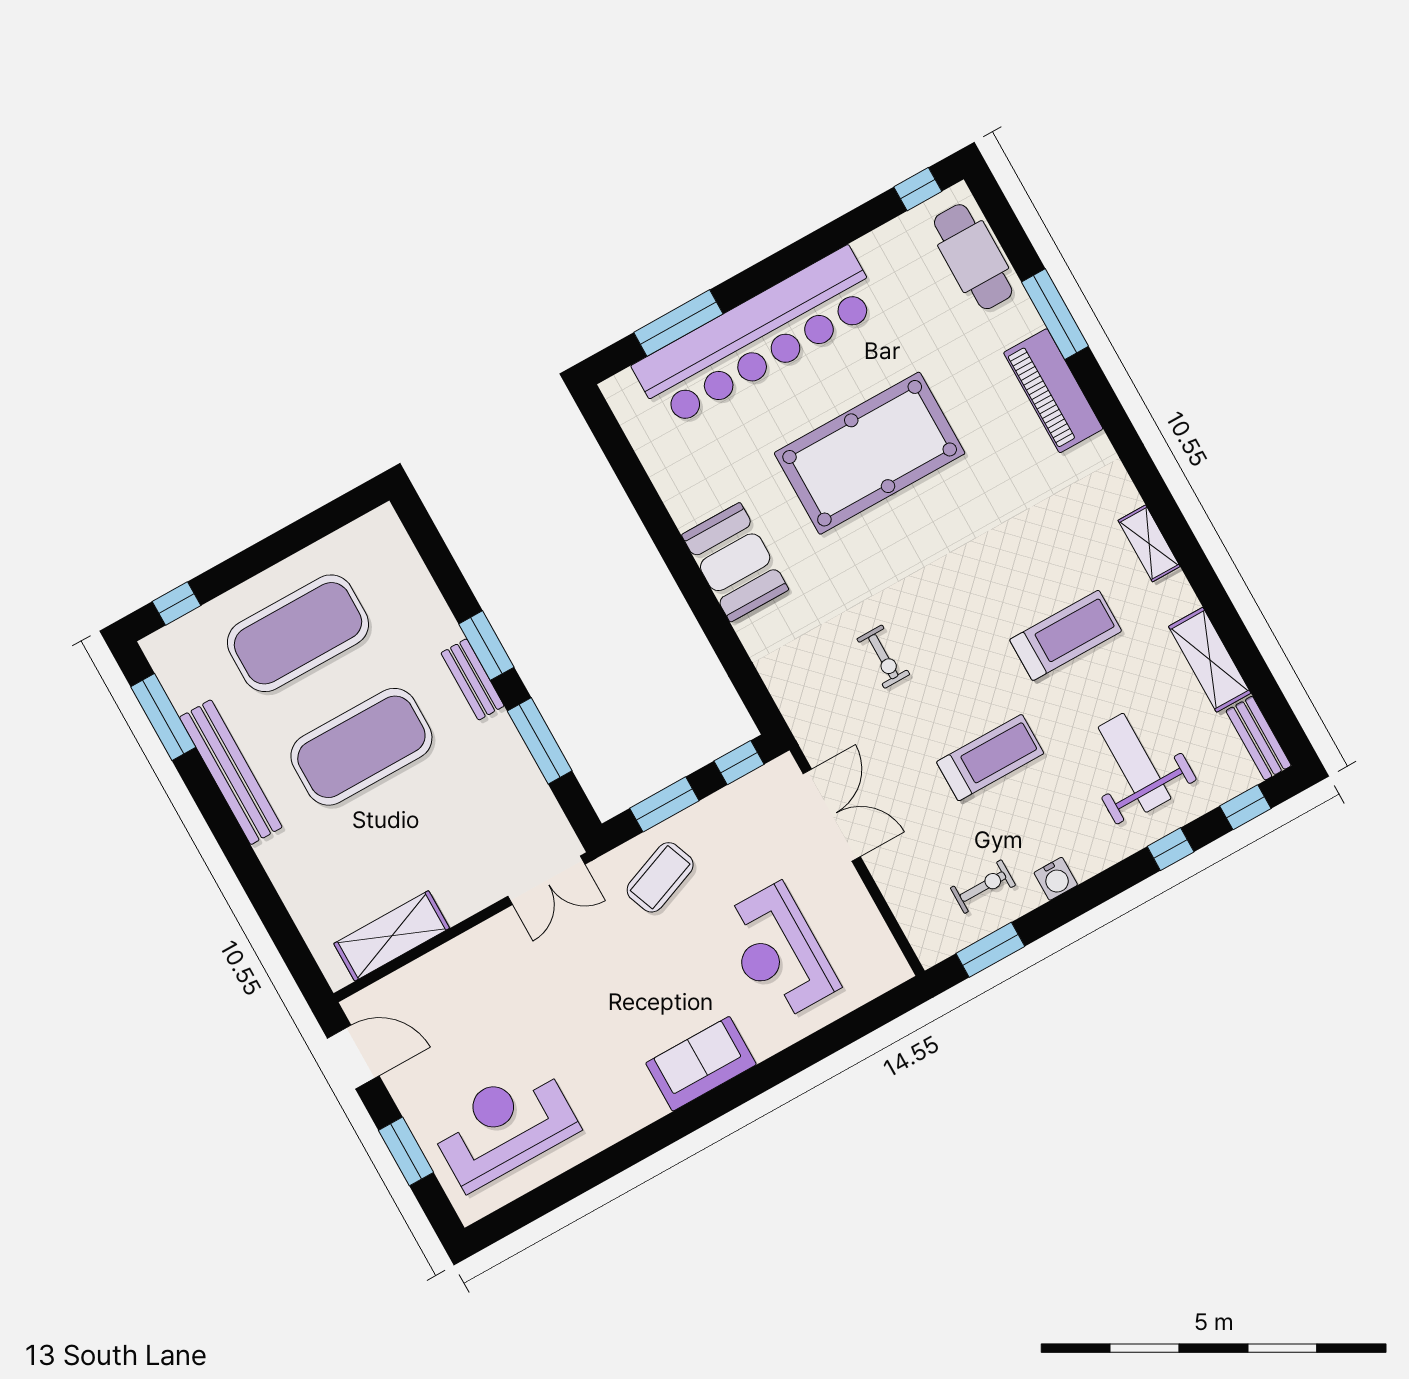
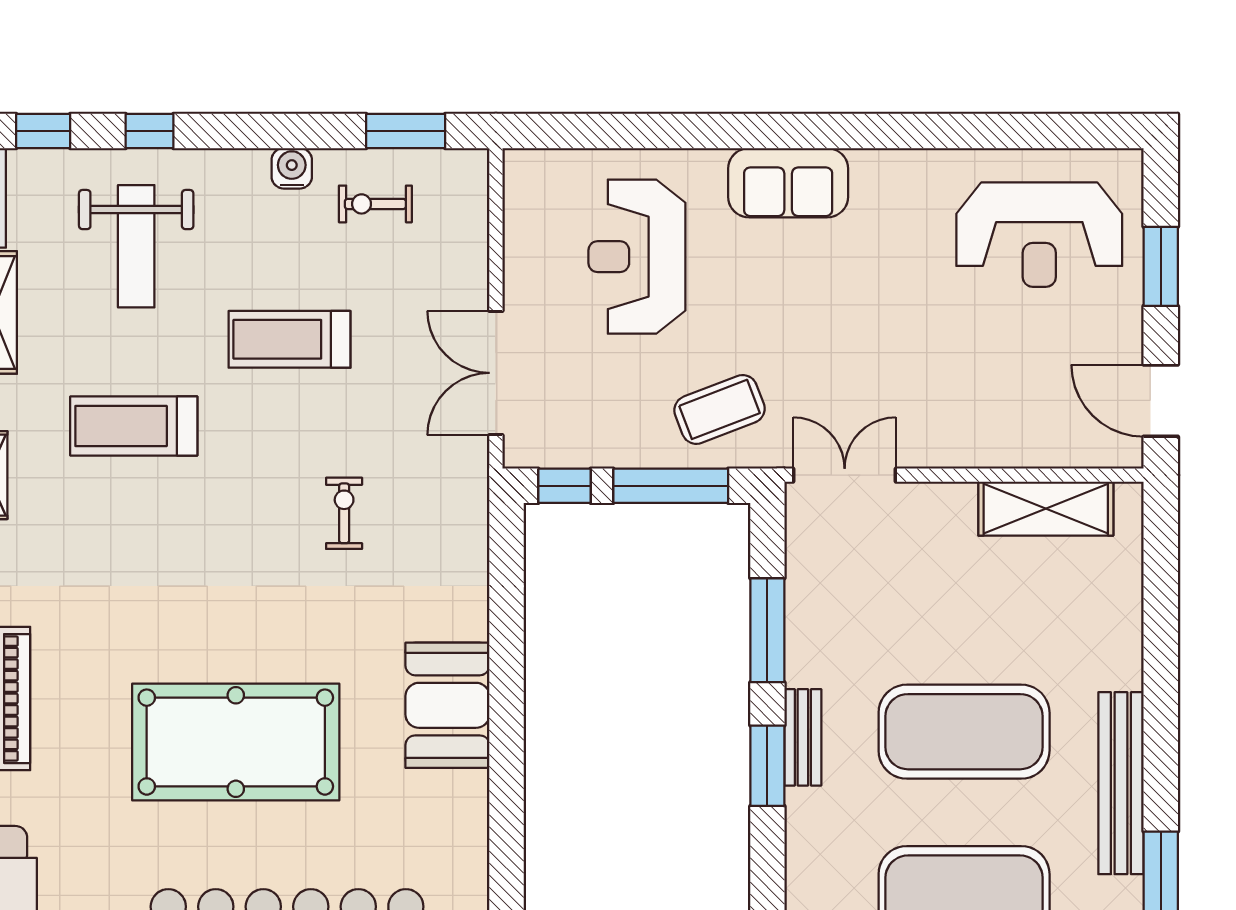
window: (664, 804) -> (671, 486), width x1.44
reception desk: (778, 952) -> (637, 257), turned 180

